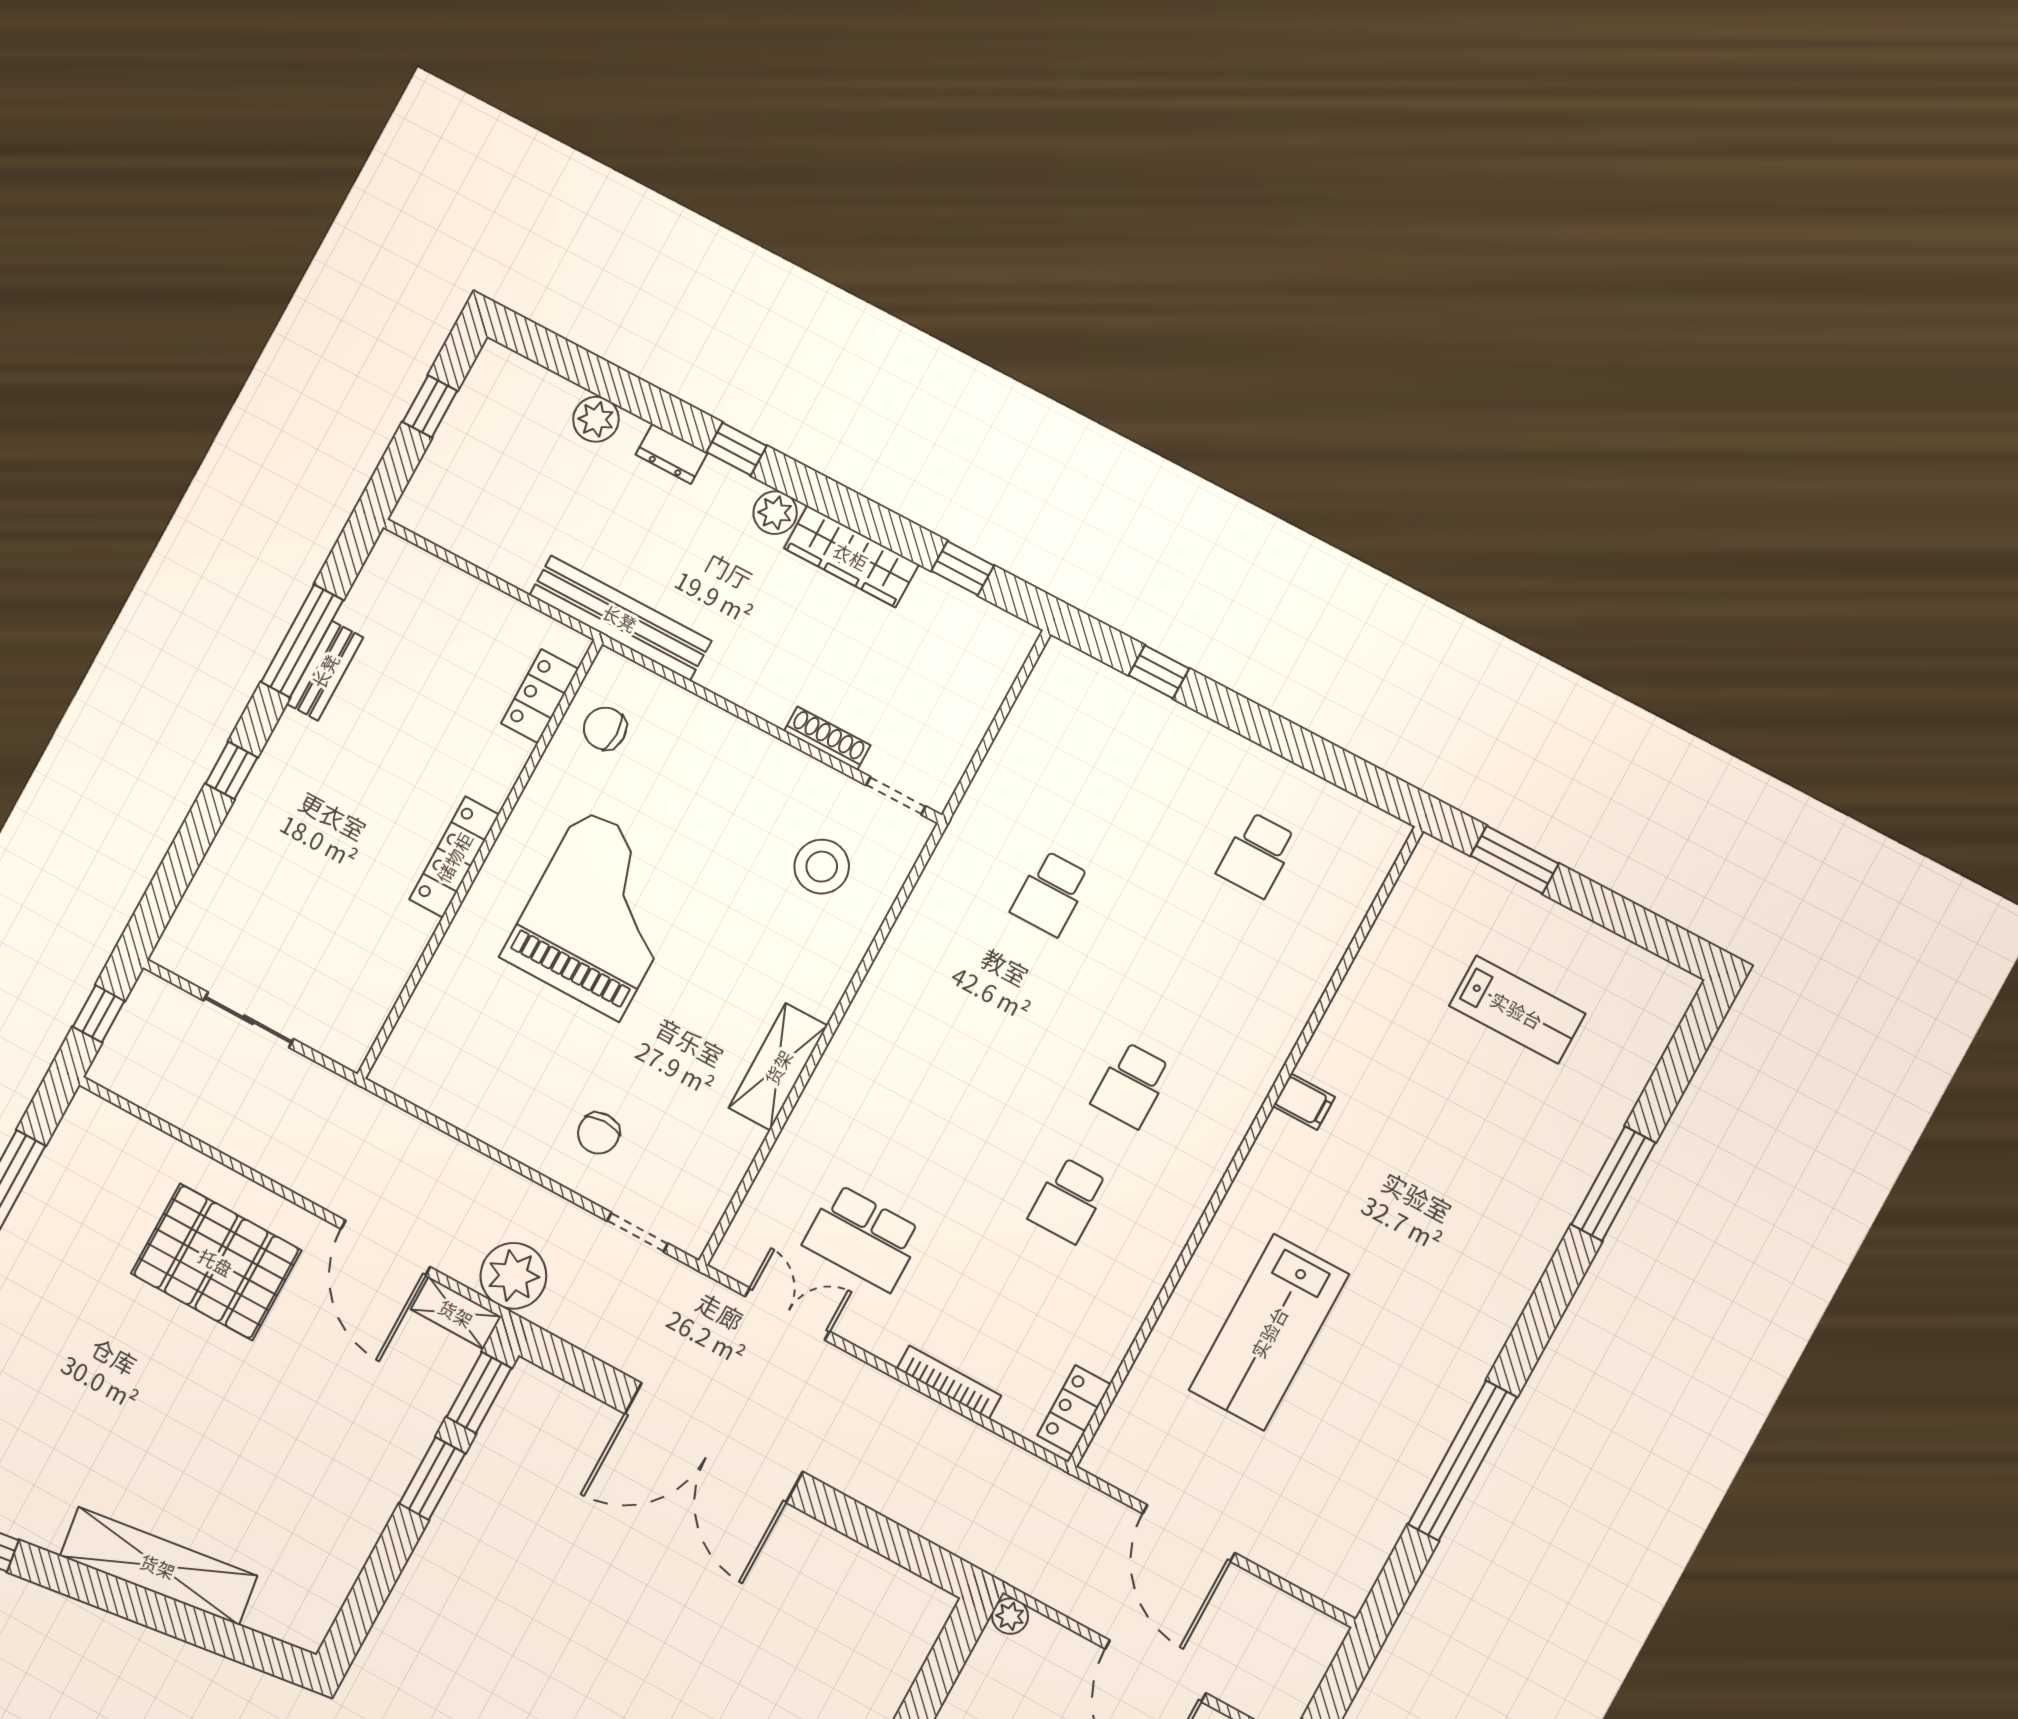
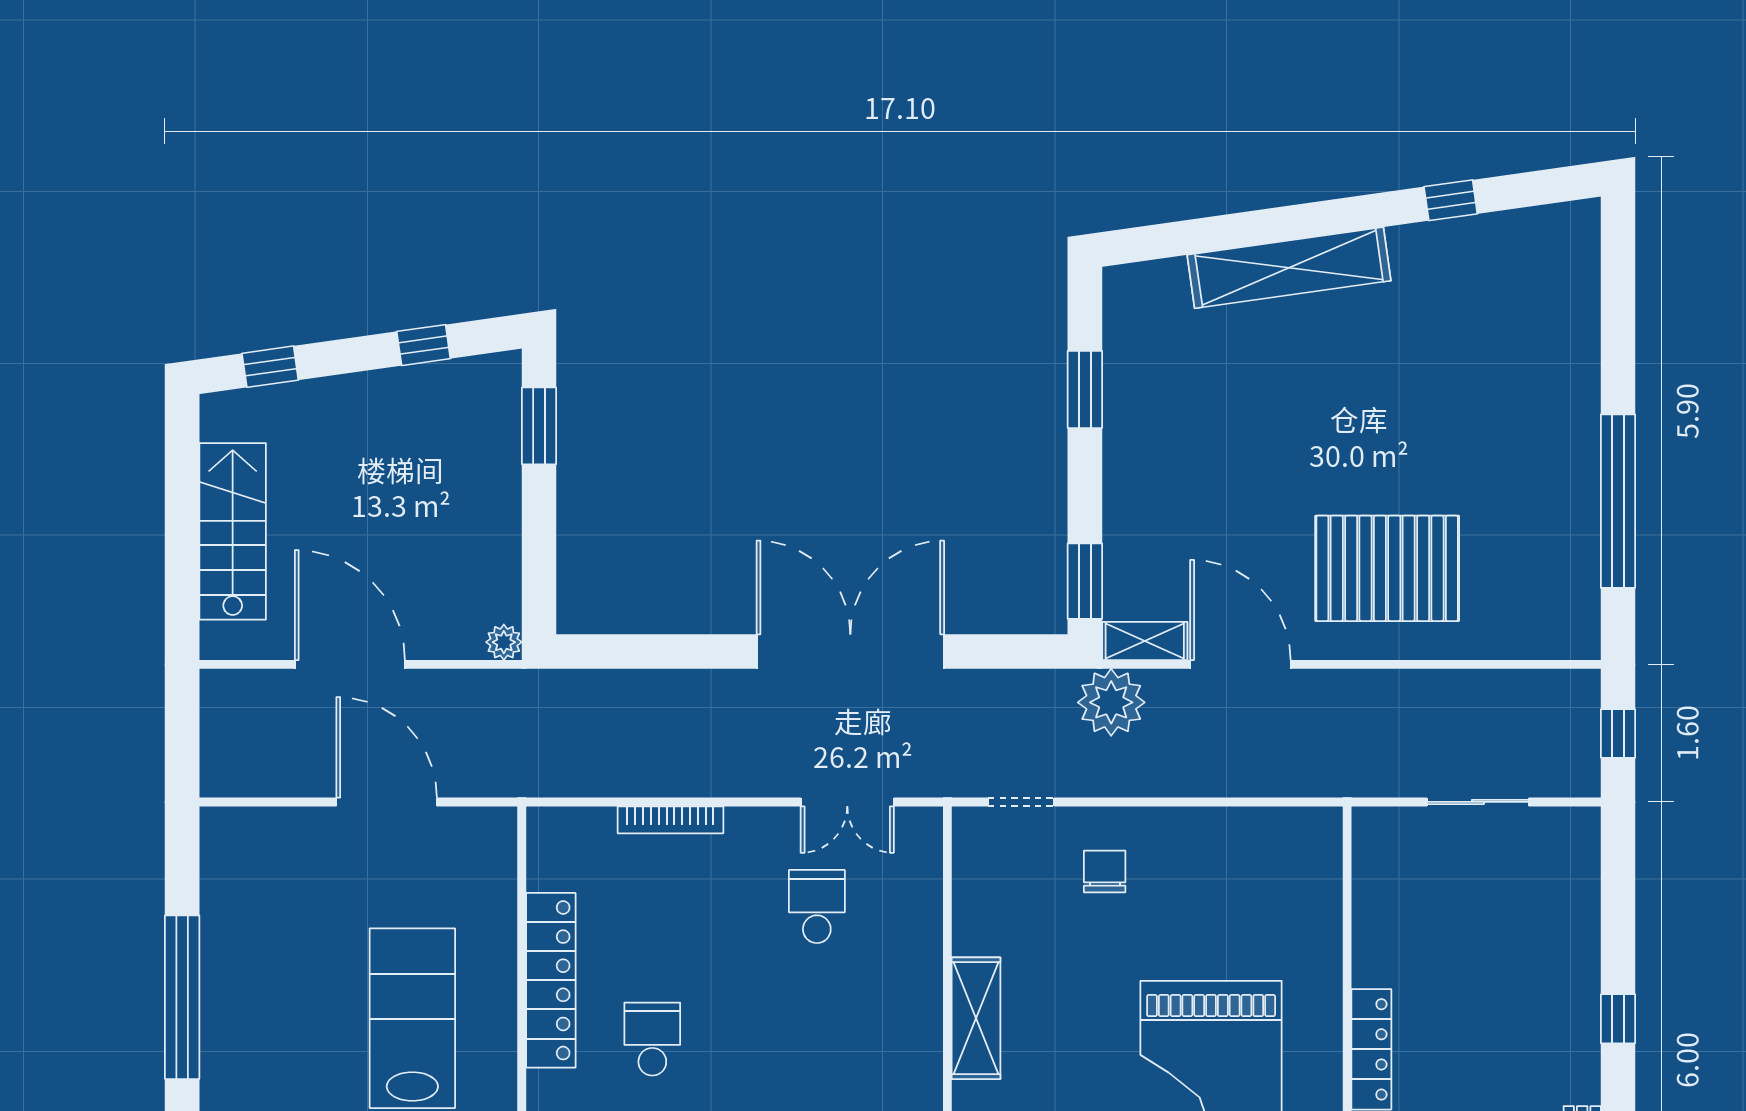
school desk: (863, 1238) -> (817, 907), width x0.54
locker: (1074, 1410) -> (551, 980), moved, width x2.16, depth x1.21
window: (432, 1478) -> (1085, 389), moved

